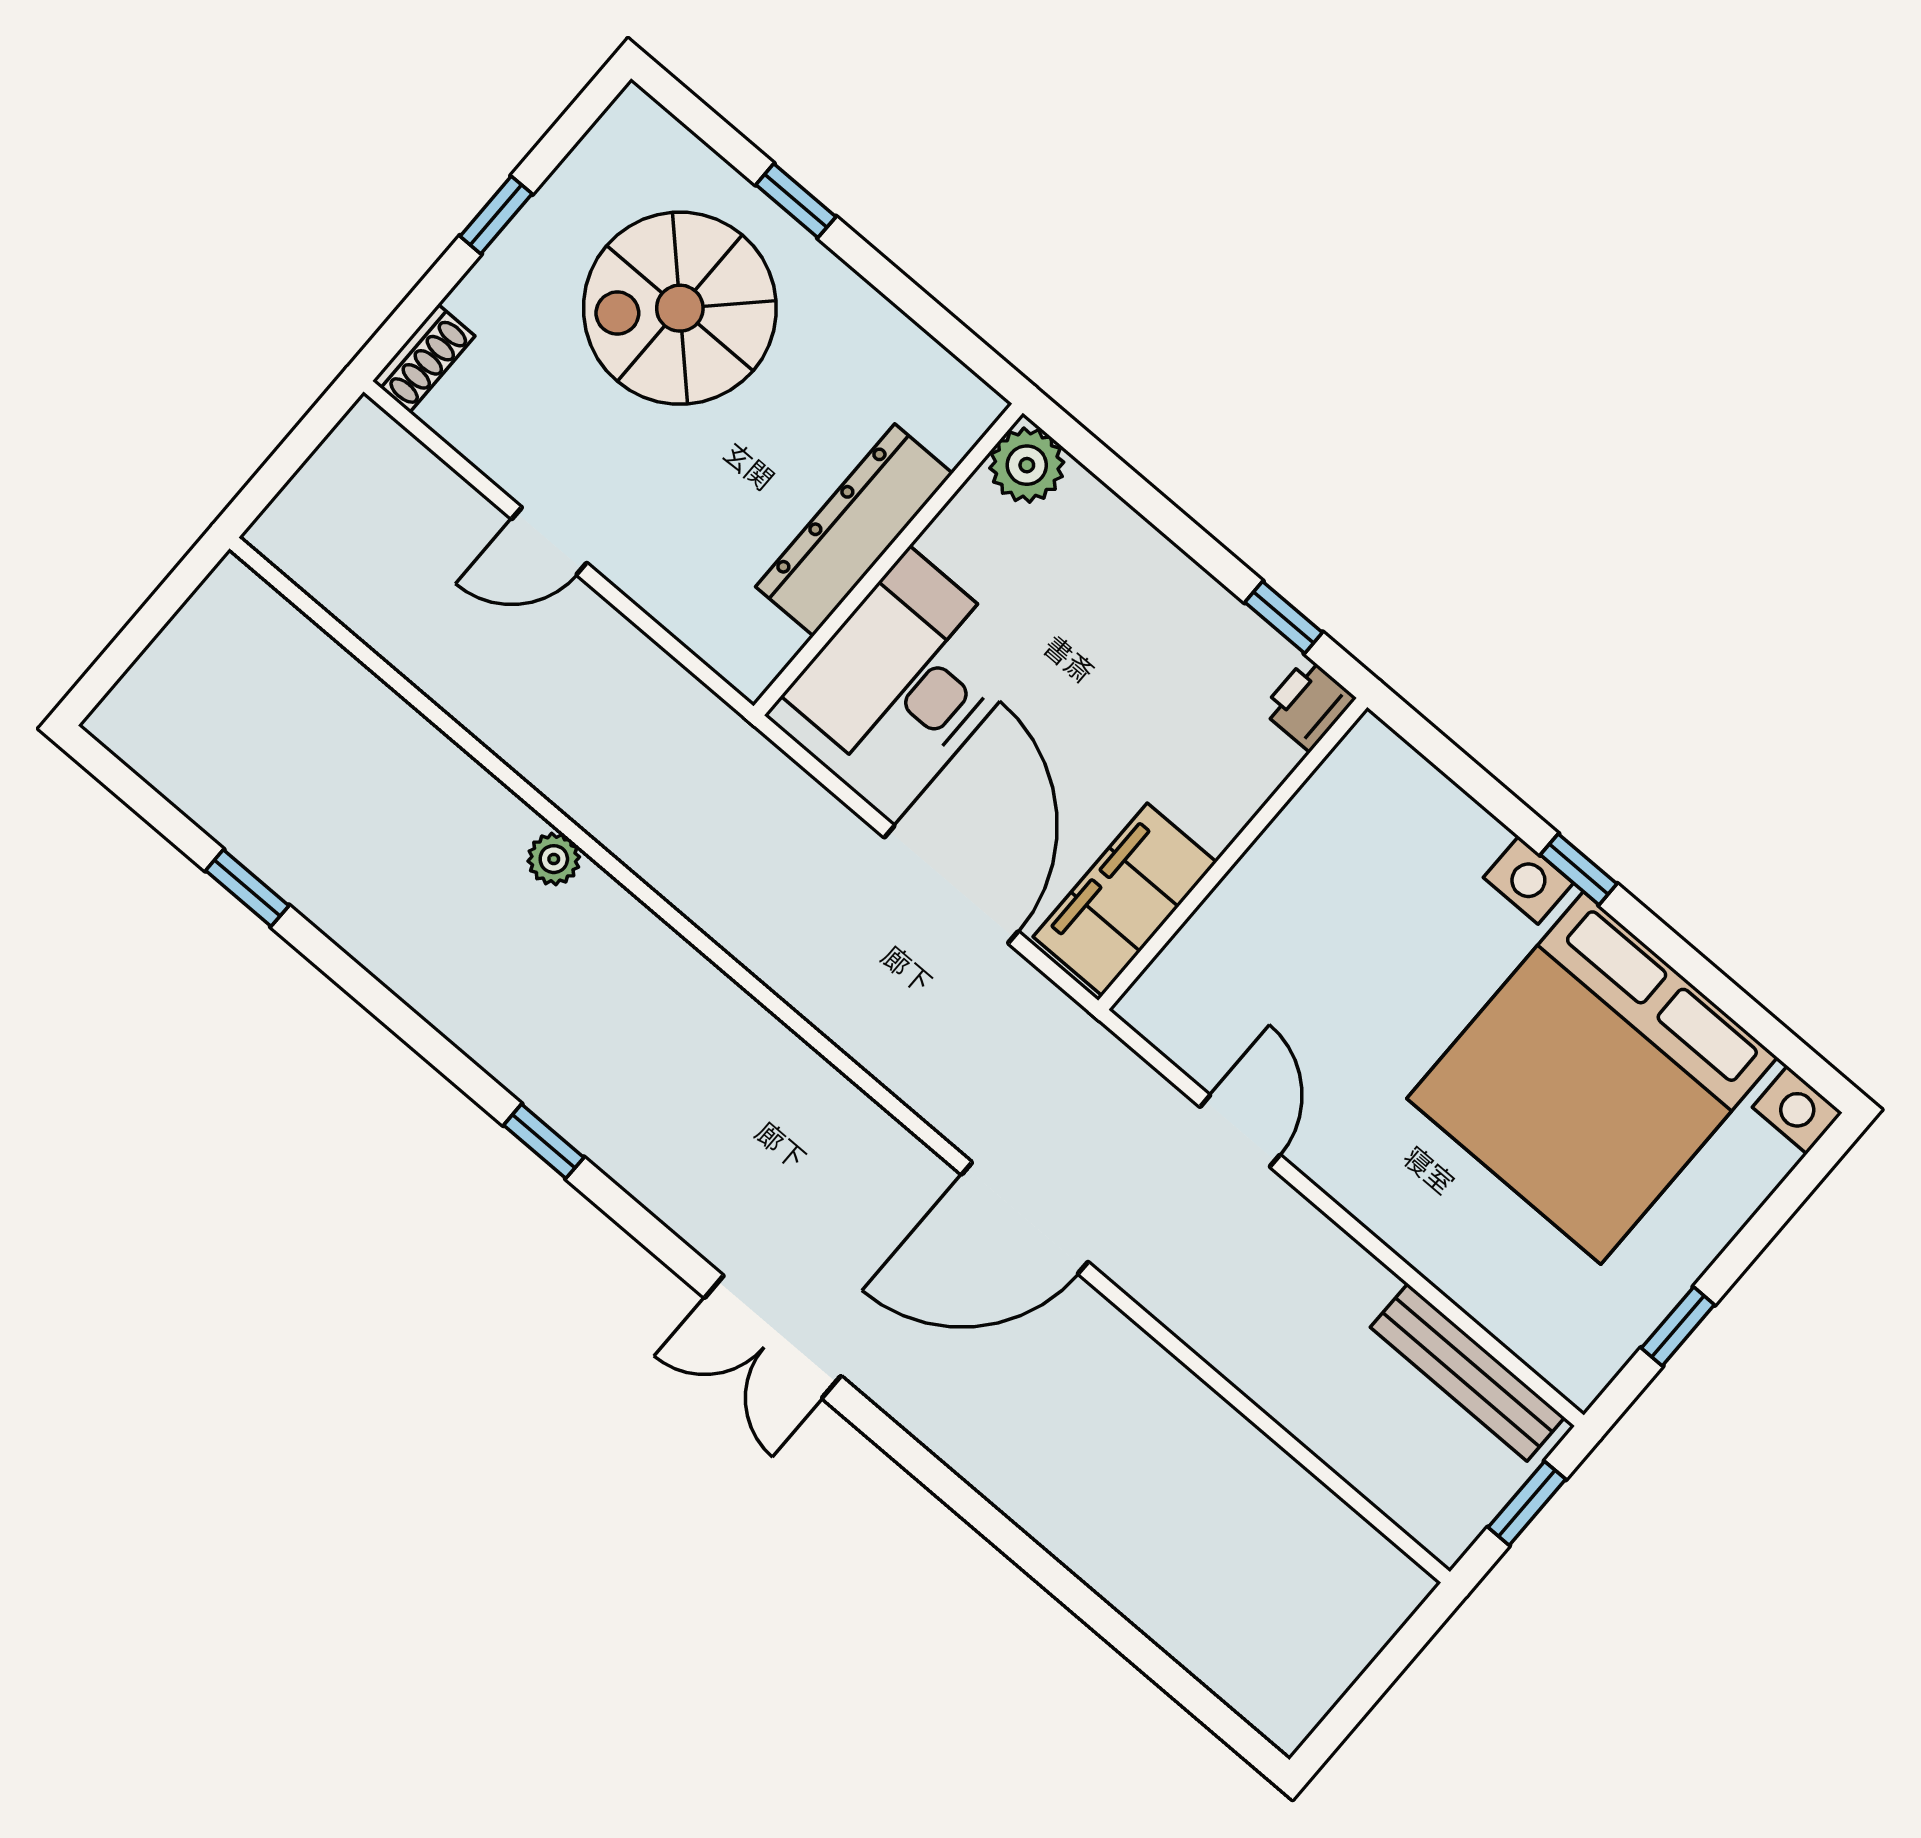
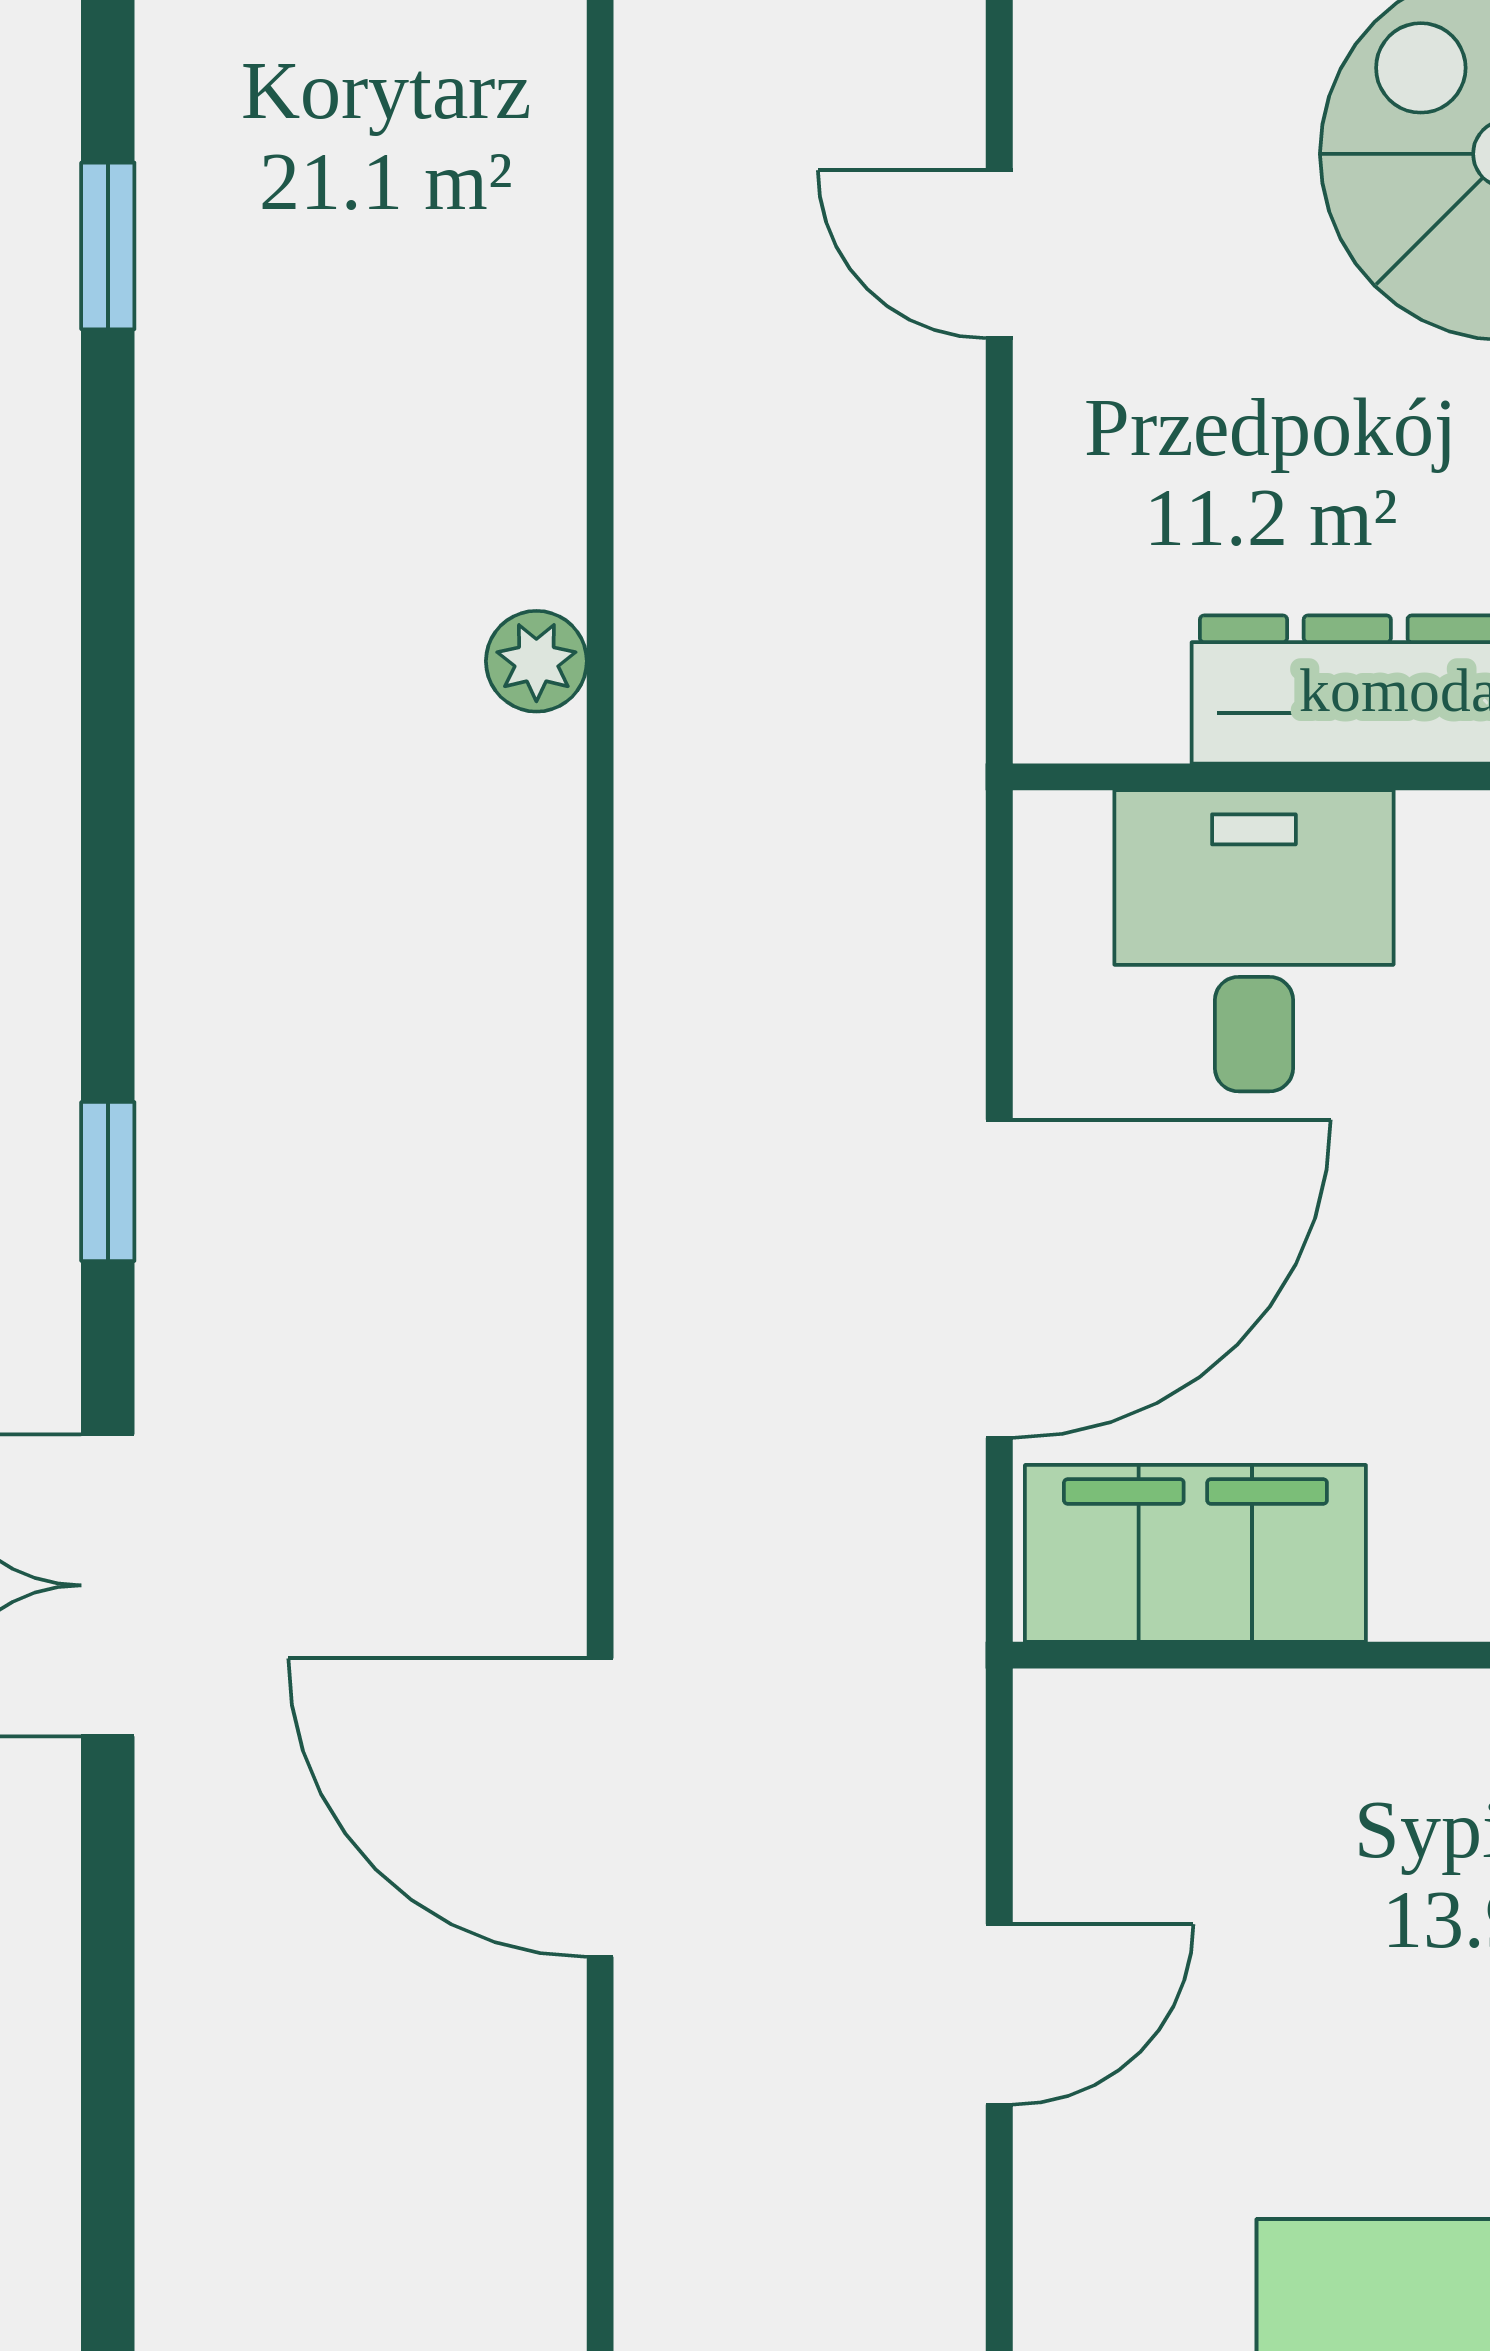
desk: (904, 671) -> (1254, 941), width x0.73
window: (544, 1141) -> (108, 1182), moved

